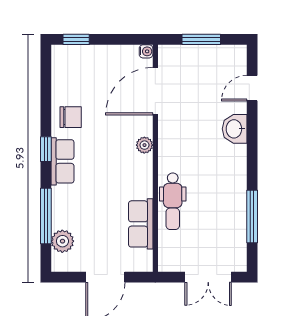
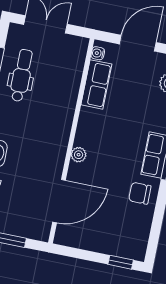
water cooler: (146, 51) -> (98, 53), moved
dental chair: (173, 201) -> (22, 75), moved

